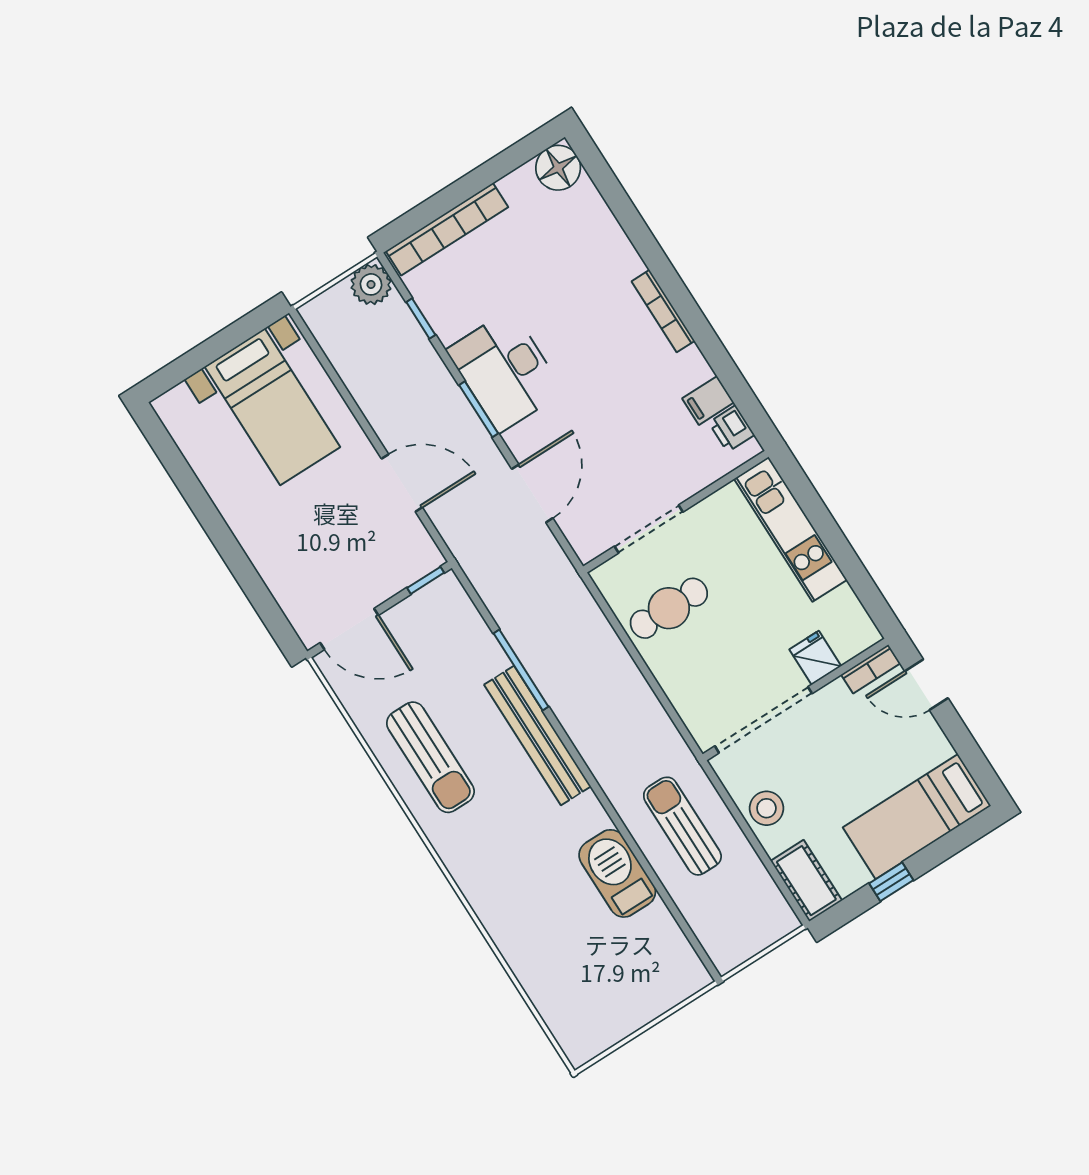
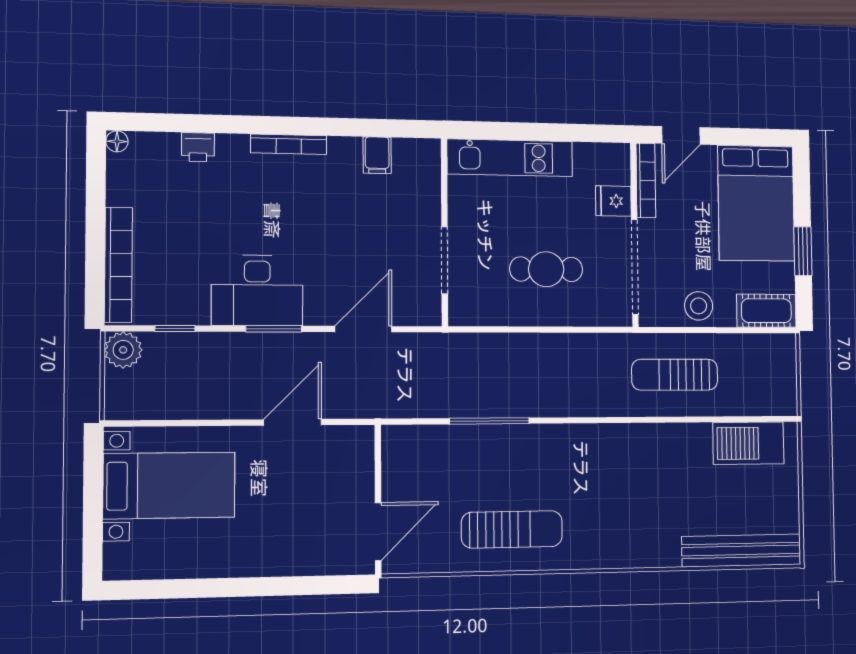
floor lamp: (558, 168) -> (117, 141), width x0.53, depth x0.53
printer: (732, 429) -> (198, 147), moved
door: (532, 494) -> (363, 329), hinge flipped
window: (426, 580) -> (378, 450), removed
cafe table: (669, 608) -> (546, 269), moved, turned 90
bookcase: (871, 669) -> (646, 180), width x1.56
bench: (538, 735) -> (742, 550), moved
bed: (917, 817) -> (756, 203), width x1.50
barbecue: (617, 873) -> (748, 443), moved
window: (891, 882) -> (803, 251), width x1.50

